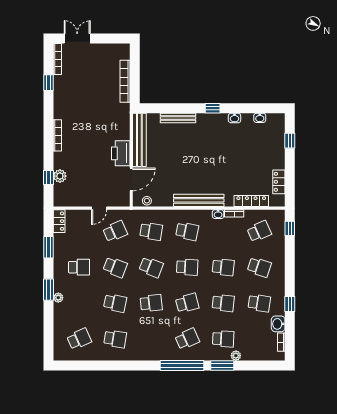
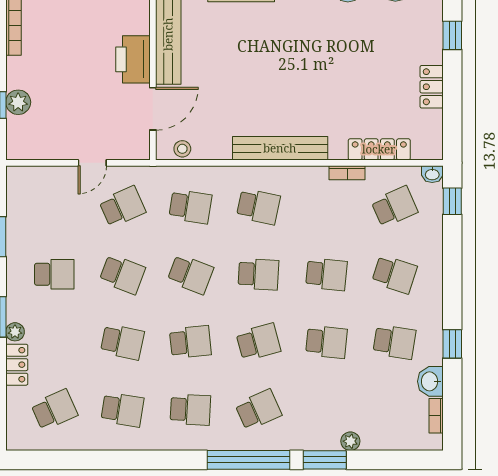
locker: (279, 182) -> (432, 87), moved
washbasin: (218, 214) -> (432, 174), moved
locker: (59, 221) -> (17, 365), moved
school desk: (223, 339) -> (190, 410), moved

